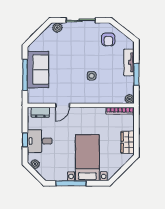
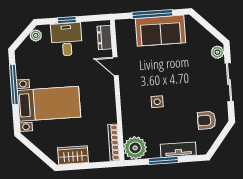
plant: (129, 99) -> (135, 148), width x1.88, depth x1.88

